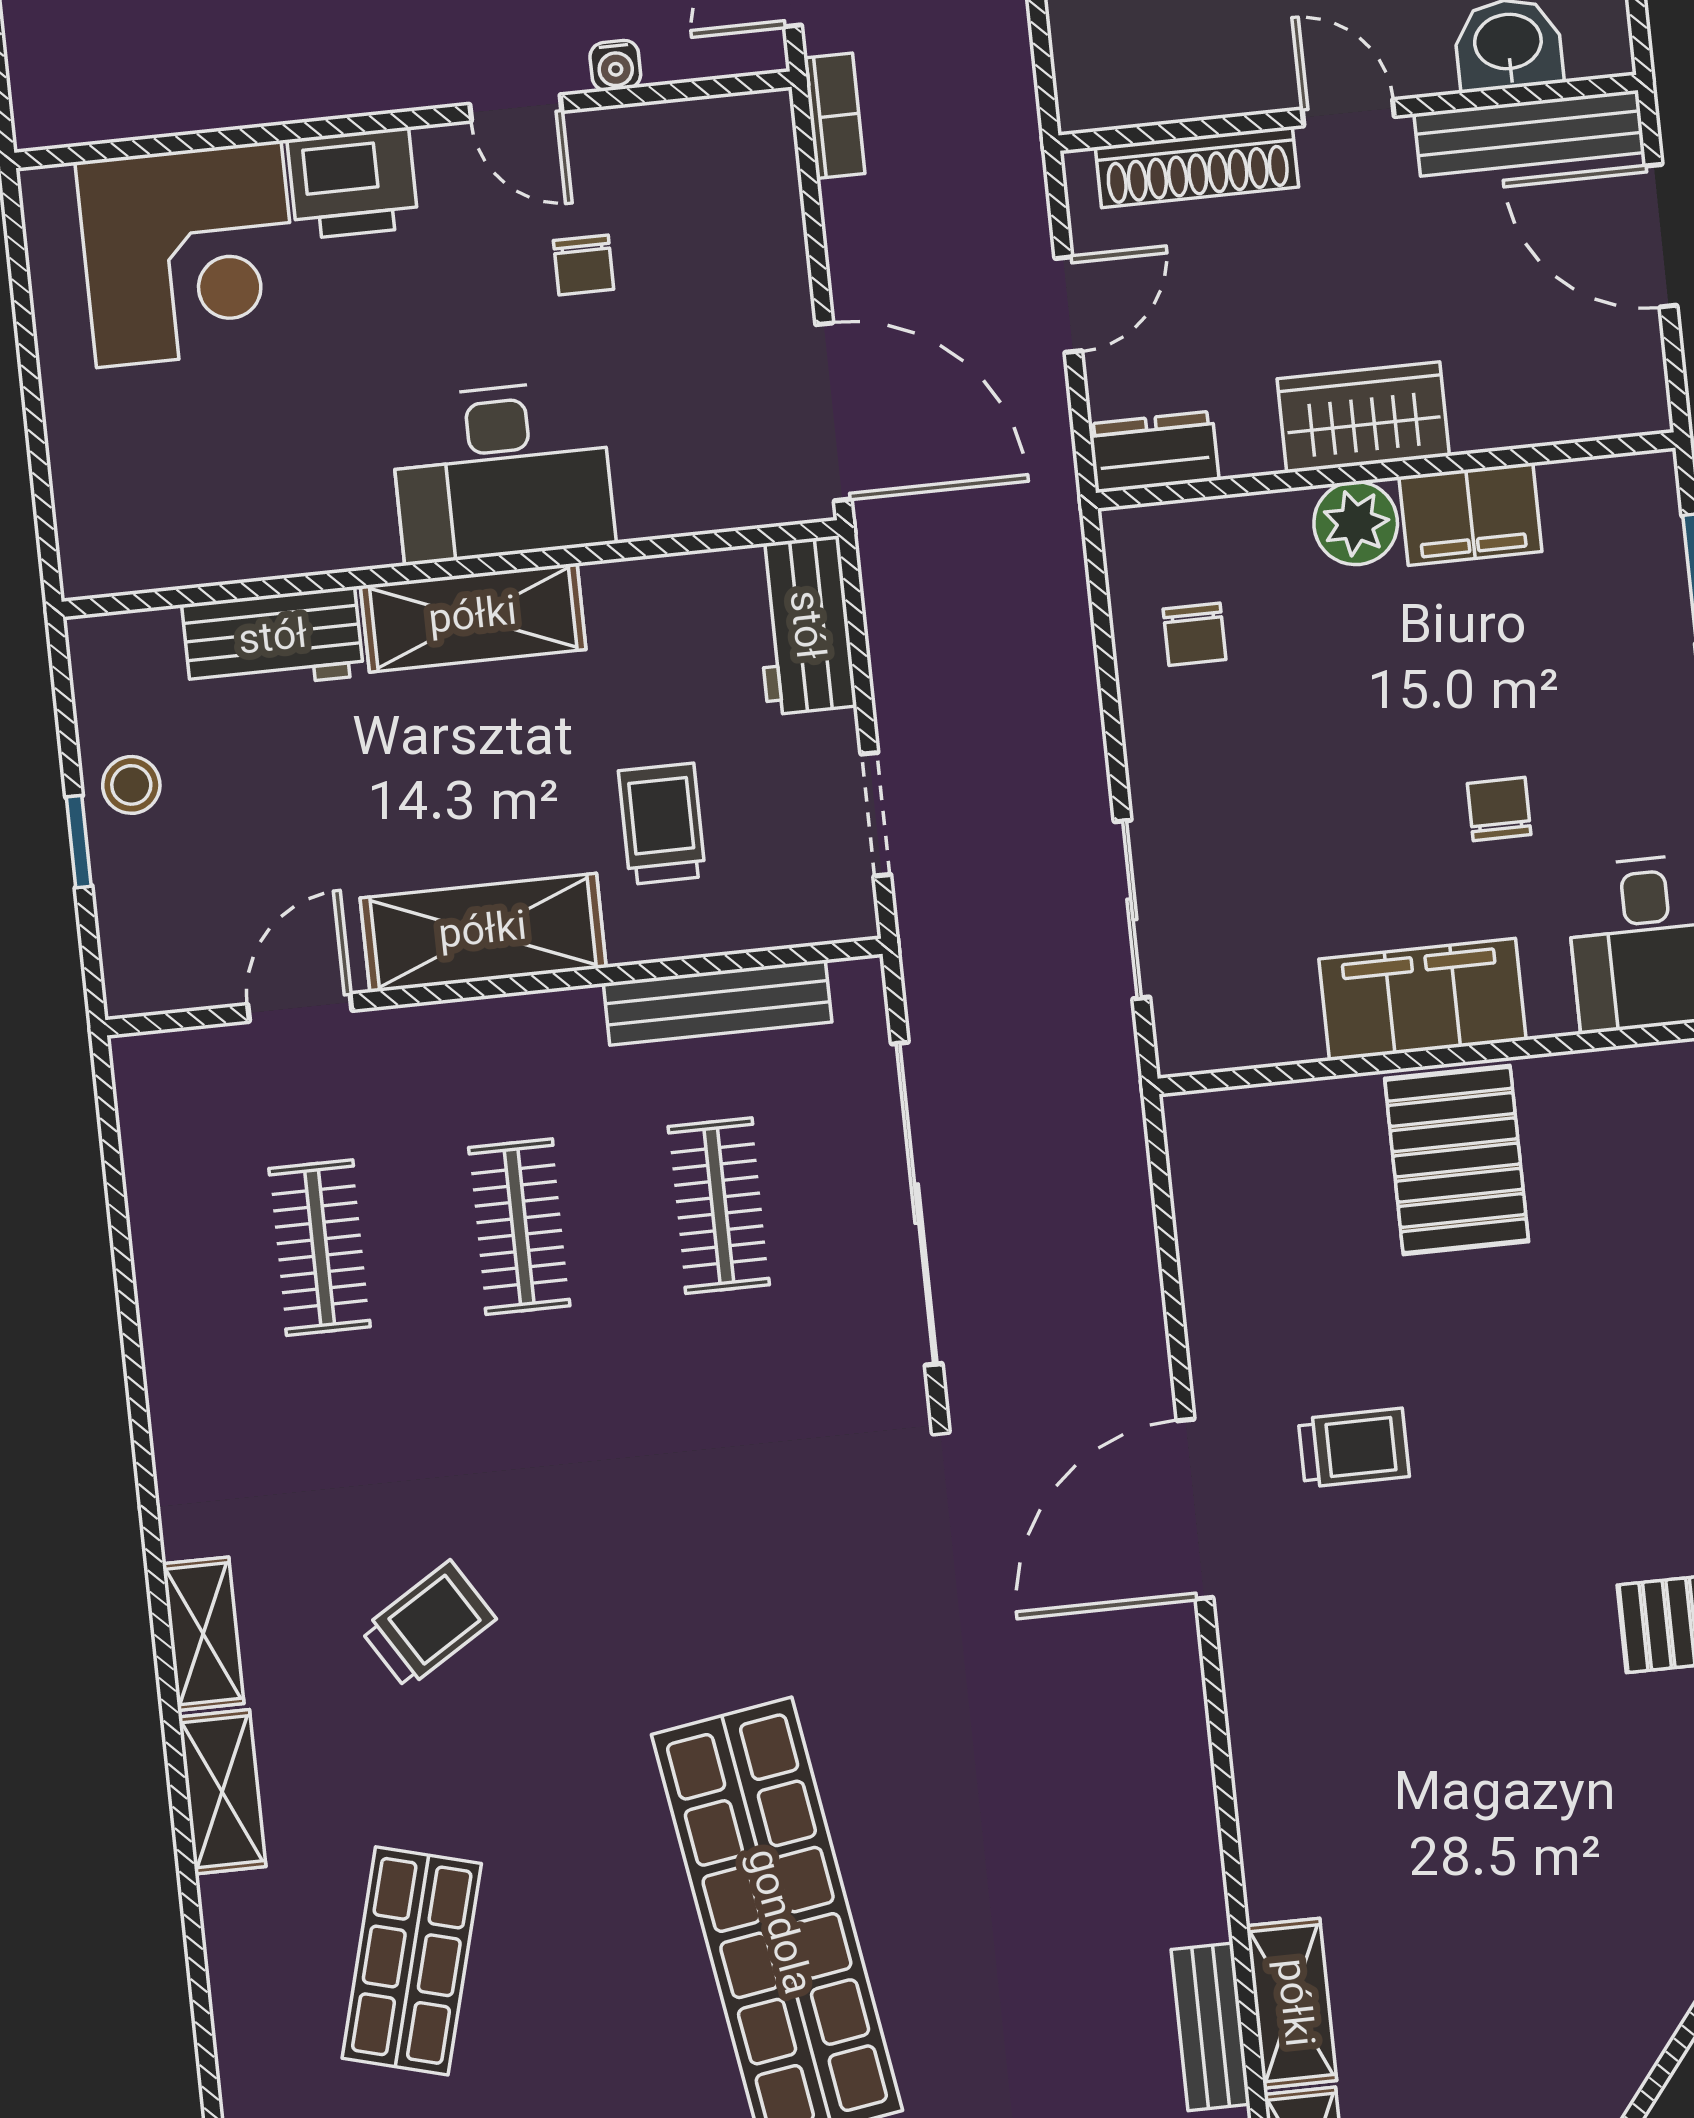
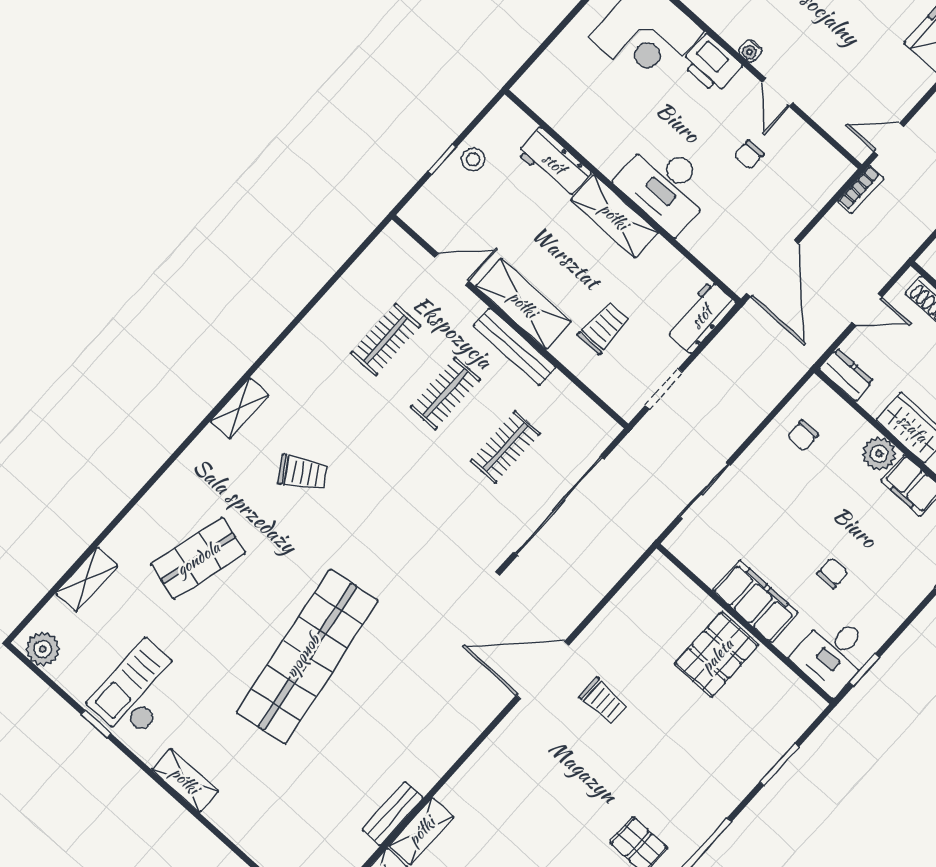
water cooler: (615, 65) -> (750, 51), moved
bench: (718, 1003) -> (515, 347), moved
shelving: (222, 1792) -> (198, 456), removed

